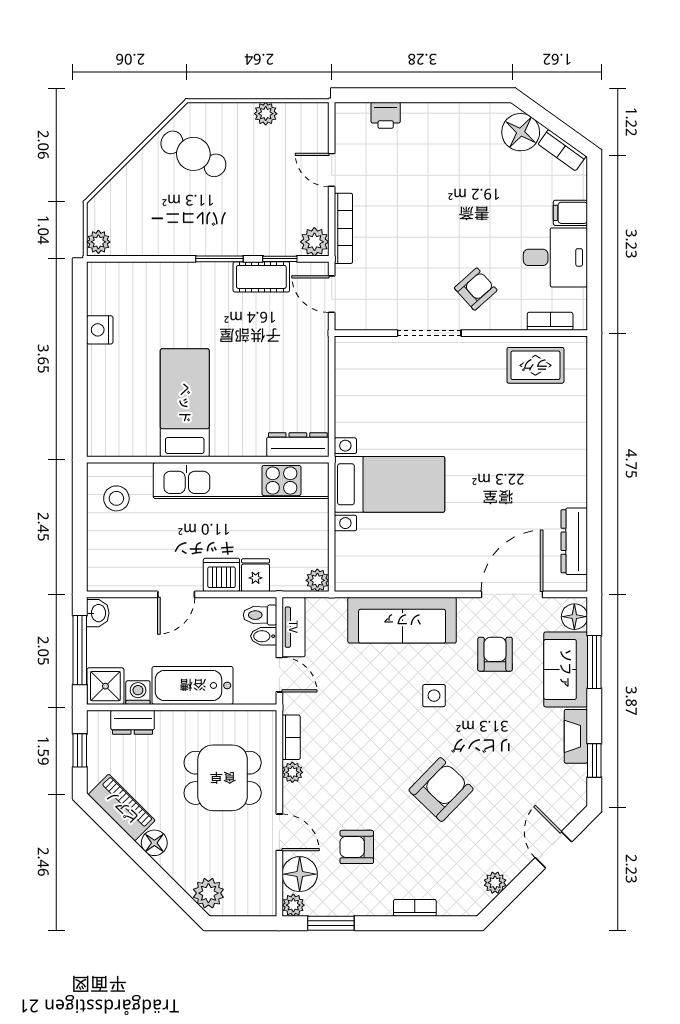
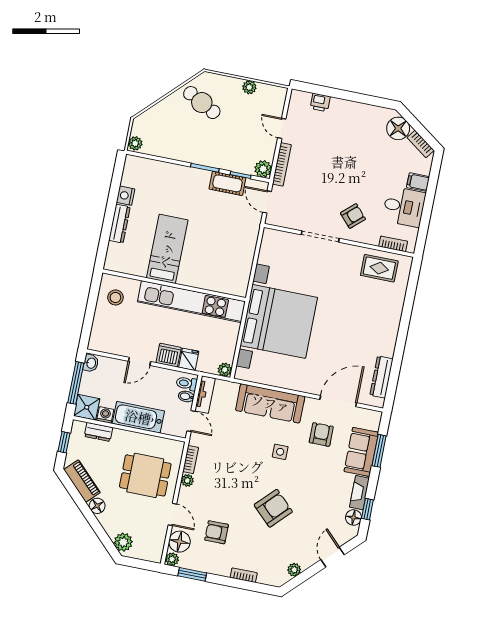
dresser: (298, 445) -> (119, 224), moved, turned 90
bed with nightstands: (390, 484) -> (279, 321), width x1.85
floor lamp: (574, 617) -> (353, 518), moved

